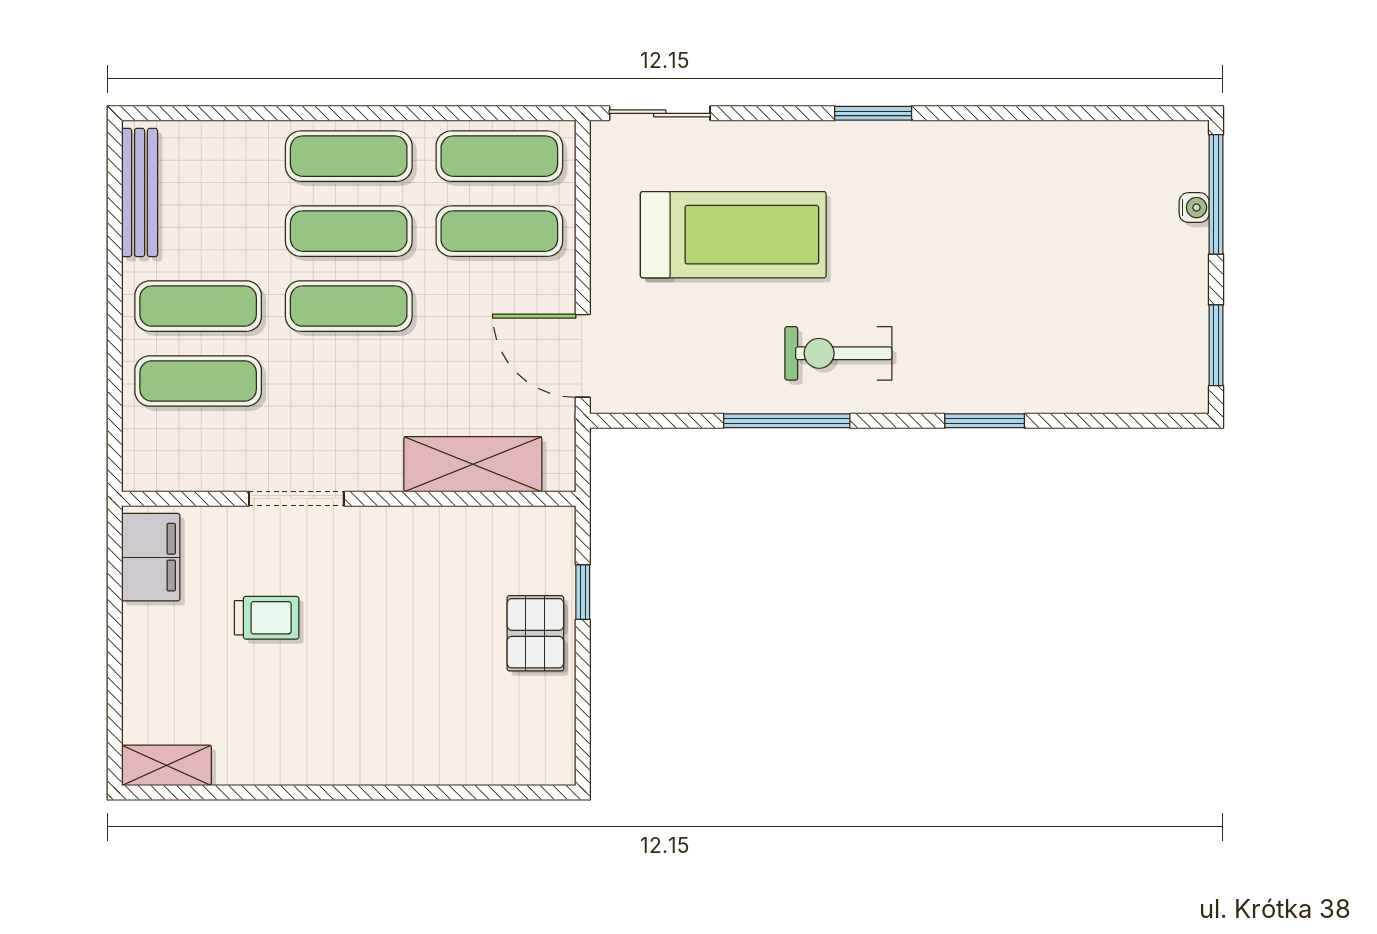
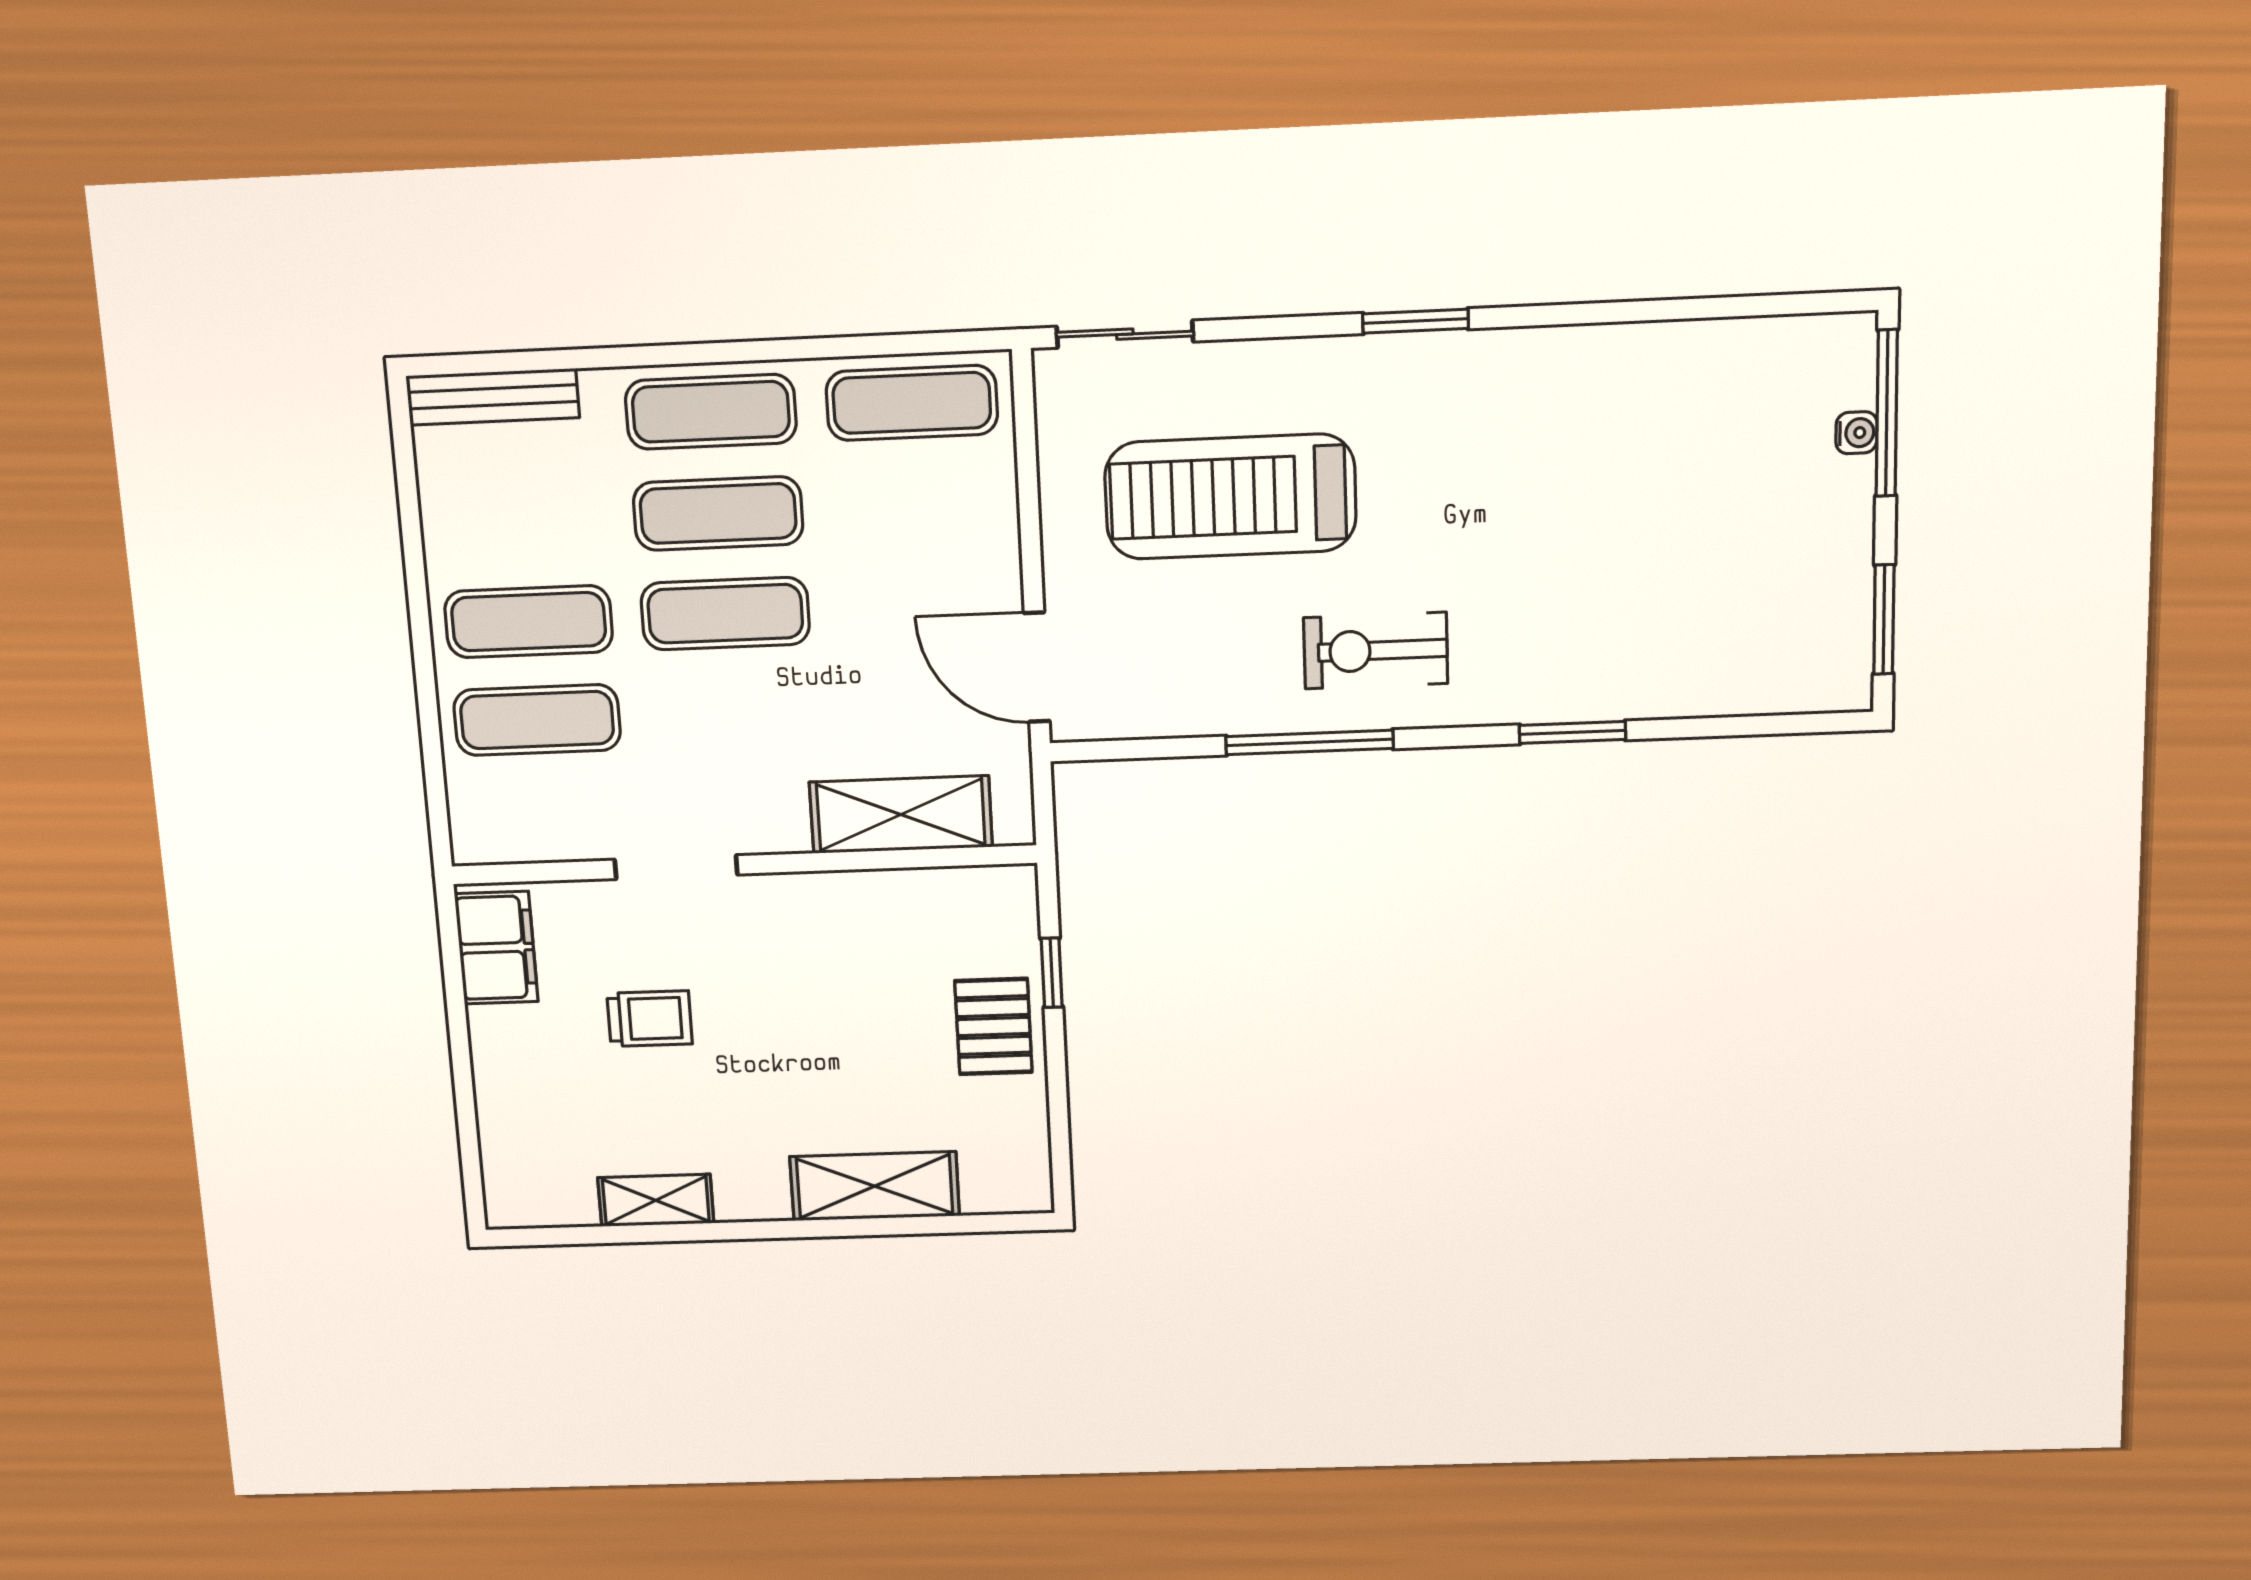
bench: (140, 192) -> (493, 397), moved, turned 90
exercise mat: (499, 231) -> (918, 505), removed
treadmill: (733, 235) -> (1230, 497), turned 180
shelving: (435, 759) -> (875, 1186), added
shelving: (166, 765) -> (656, 1200), moved

